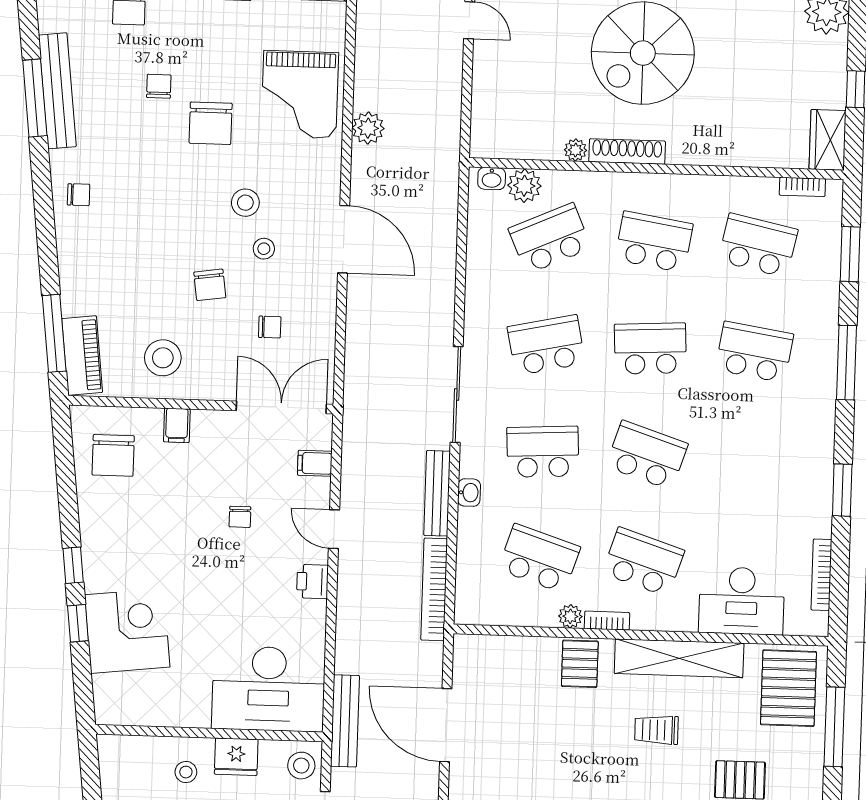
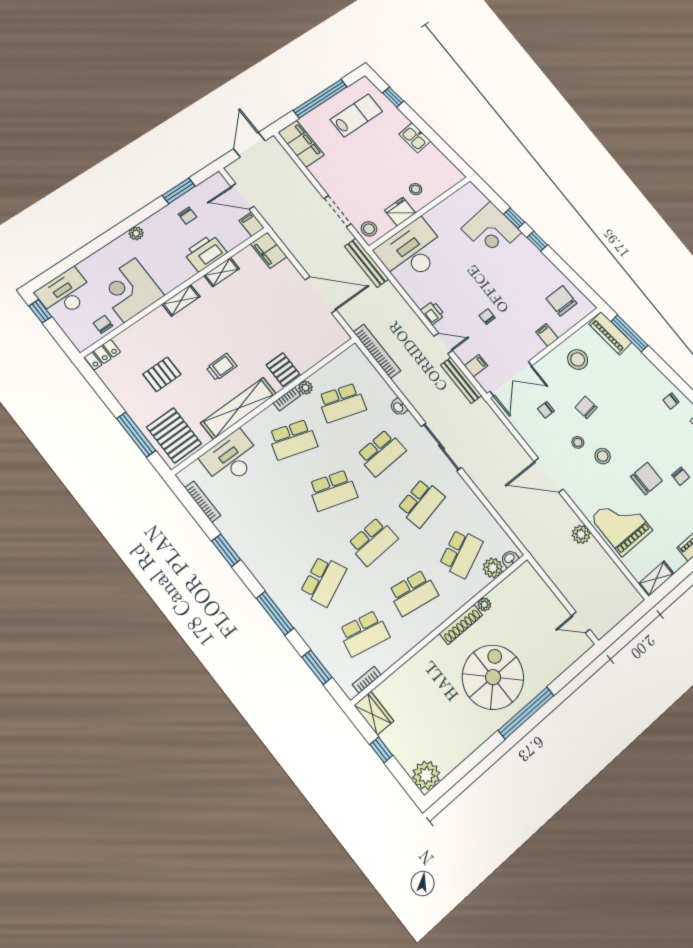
chair: (211, 123) -> (646, 479), turned 90
school desk: (754, 352) -> (323, 581), turned -33
bench: (437, 493) -> (461, 380), moved

